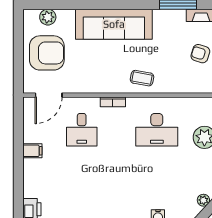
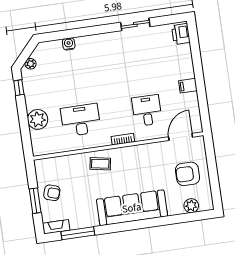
armchair: (47, 53) -> (187, 174), width x0.73, depth x0.73

